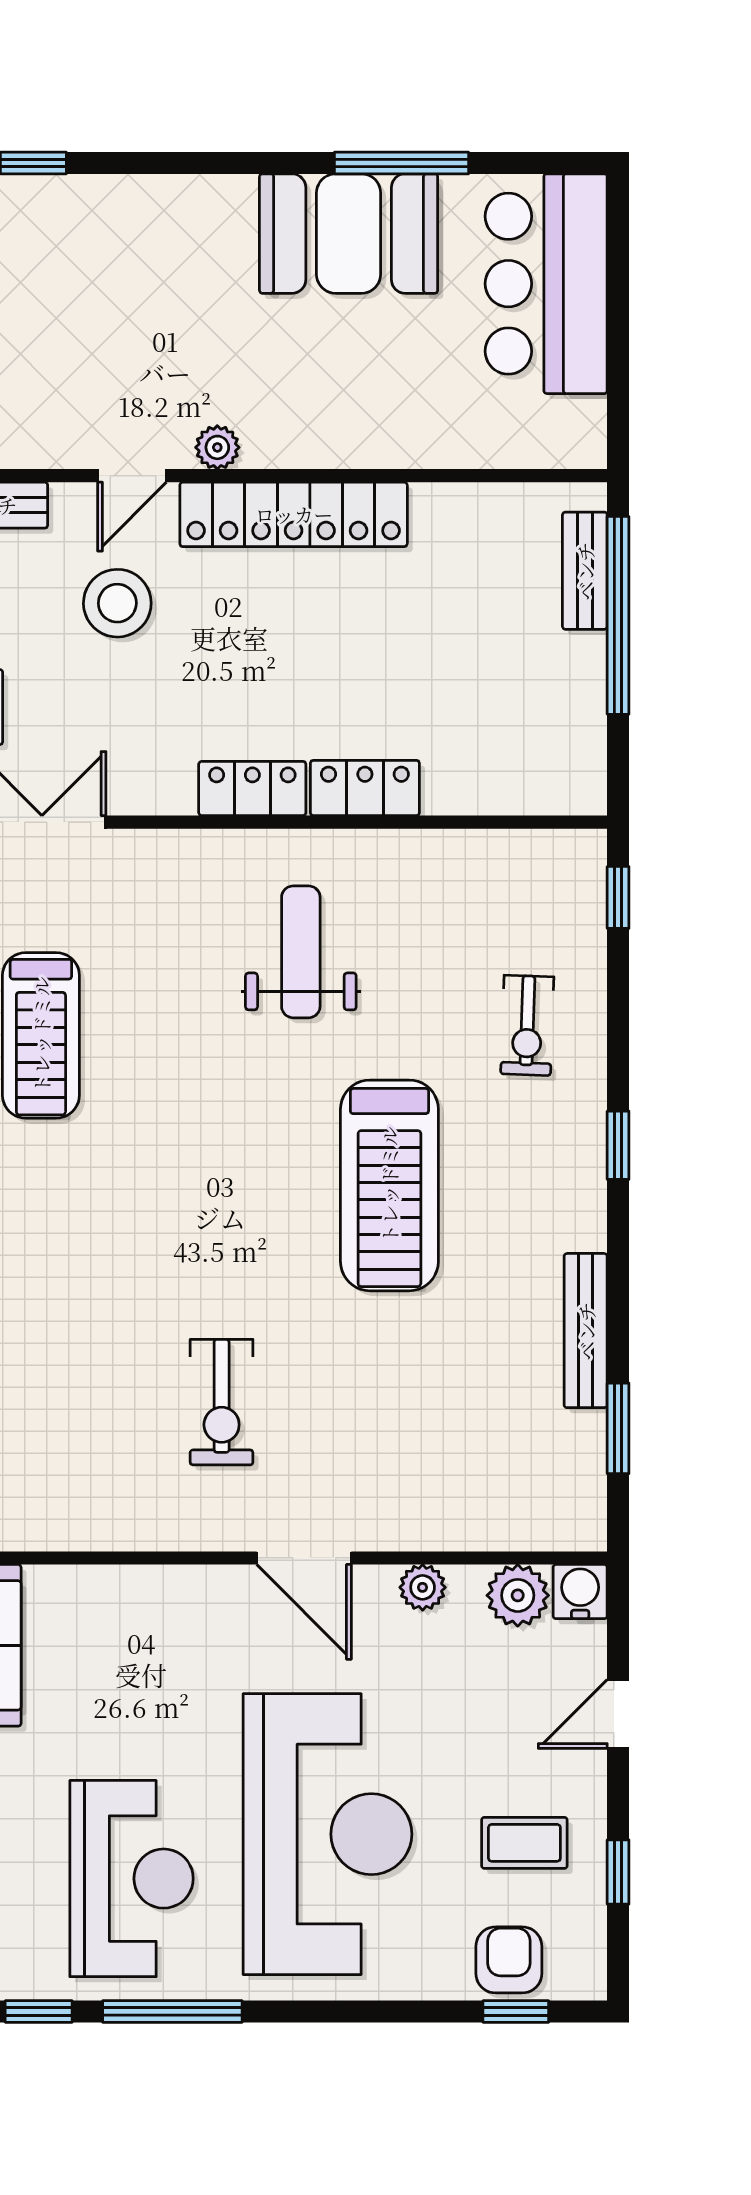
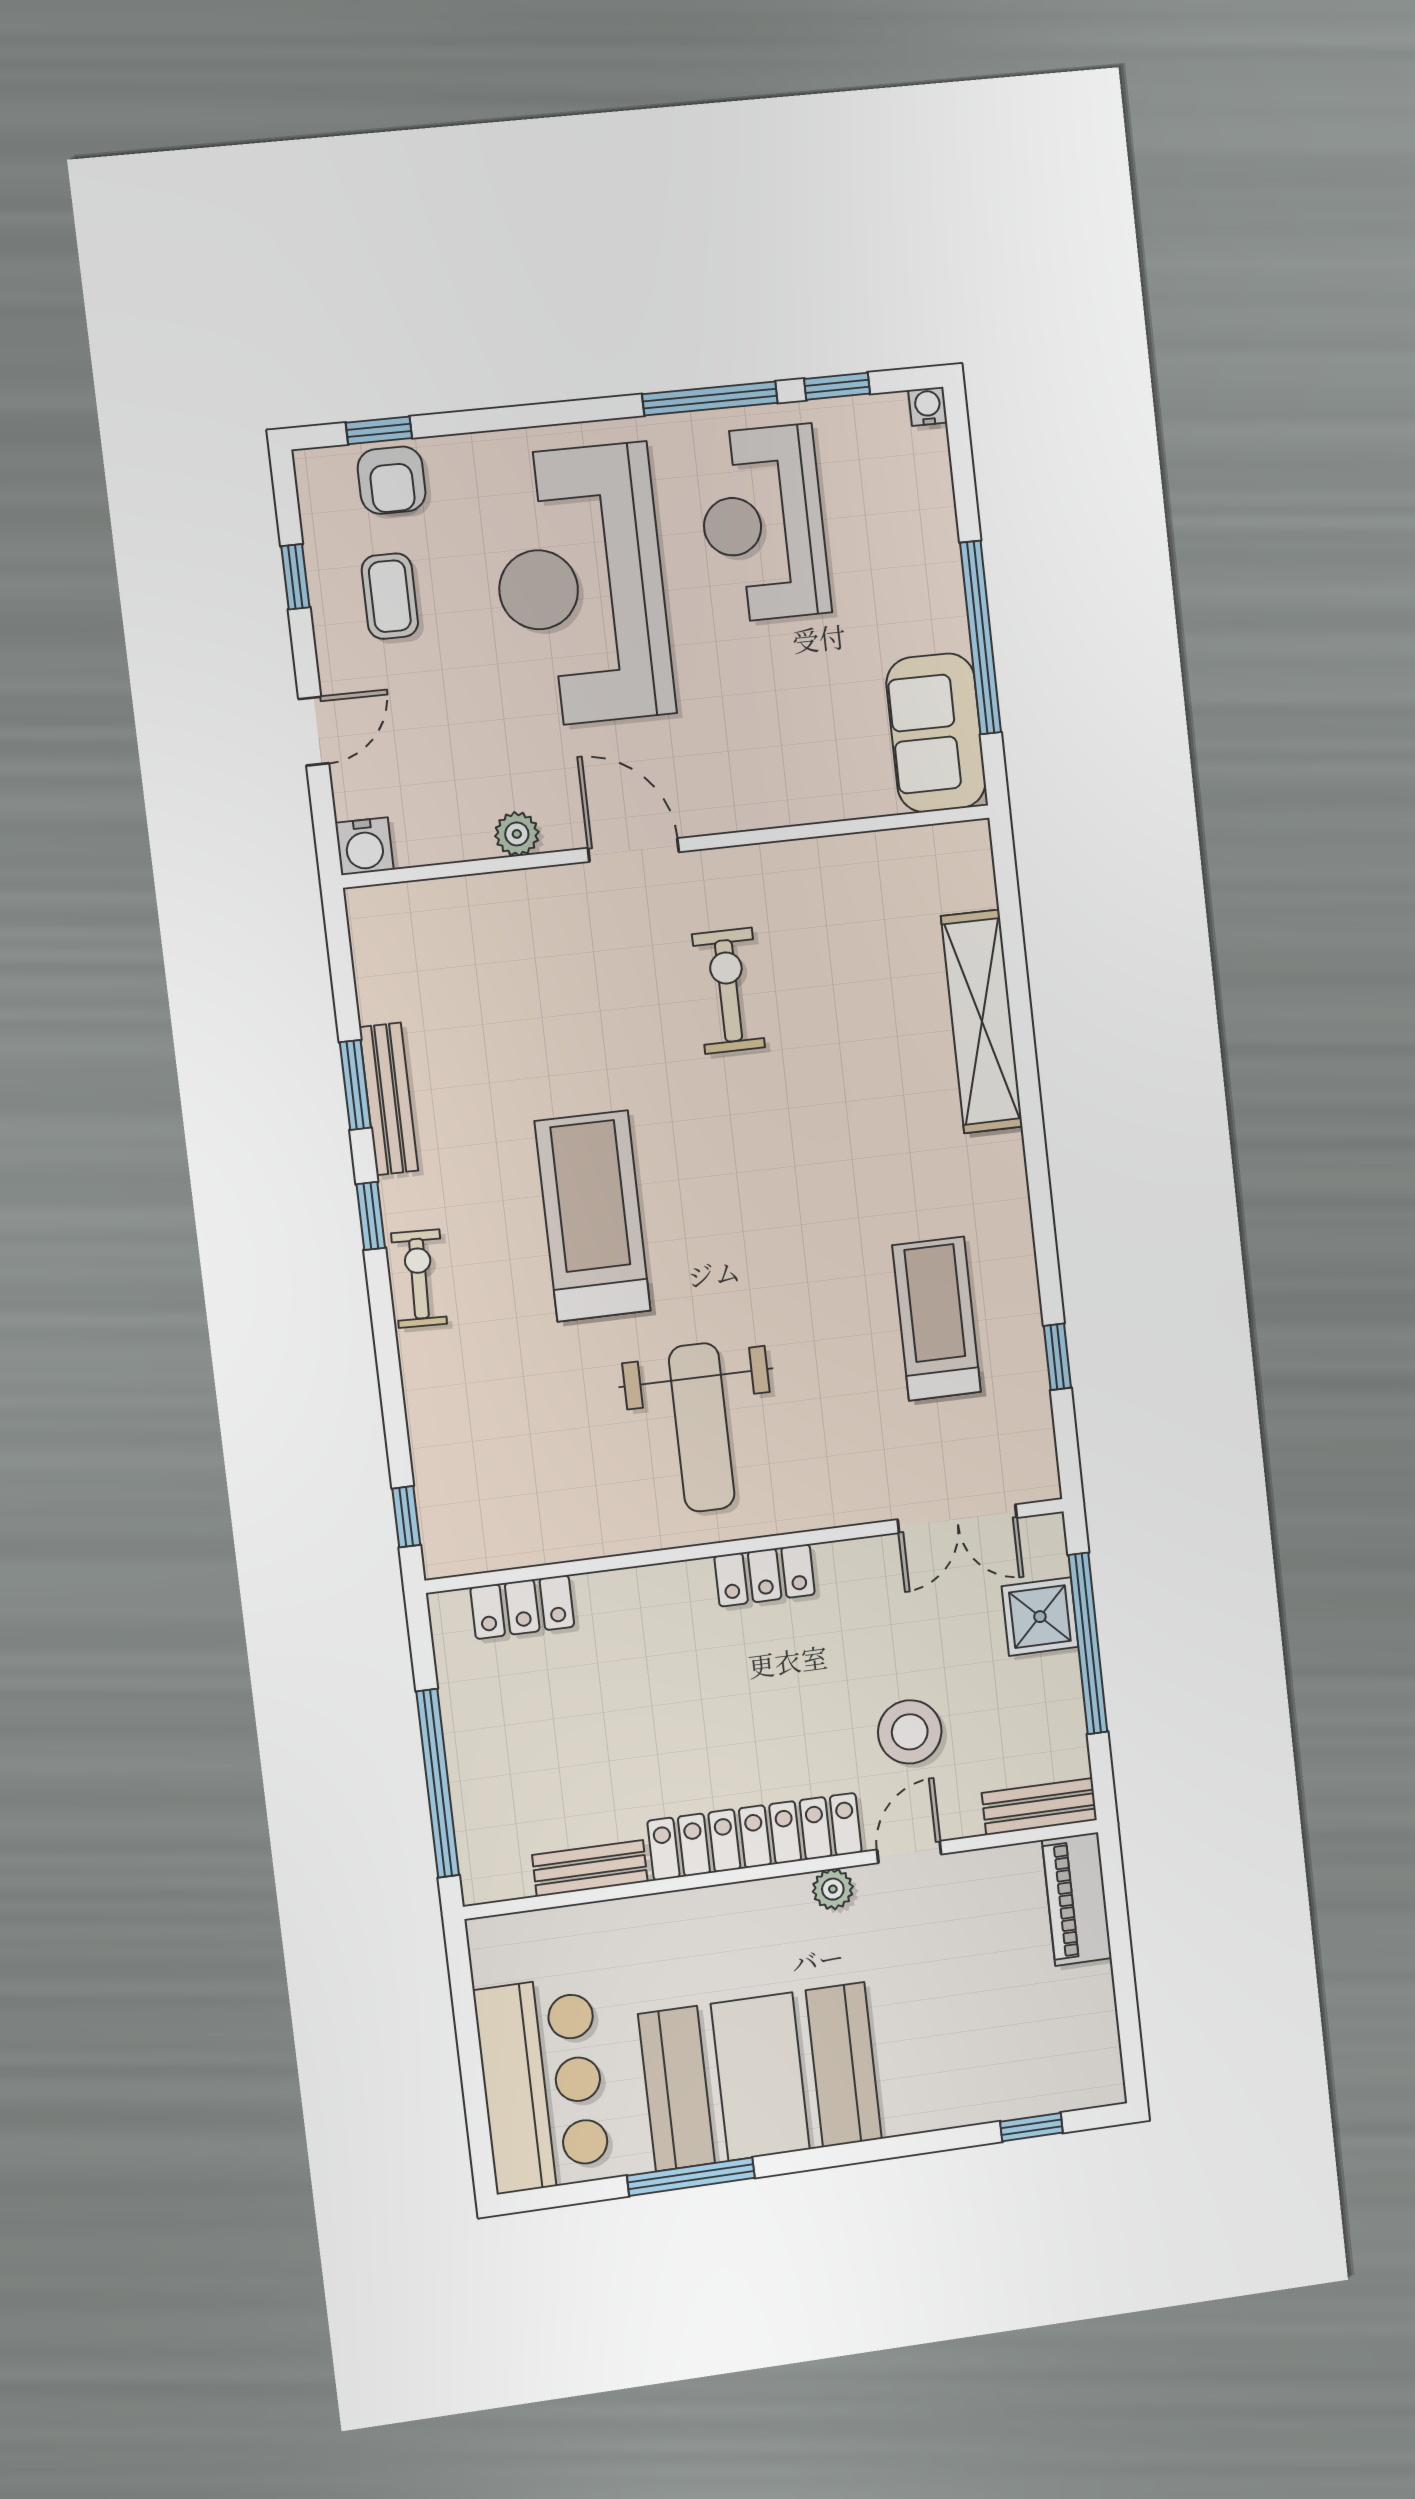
booth: (349, 234) -> (760, 2077), width x1.36, depth x1.42
bench: (585, 571) -> (590, 1868), moved, turned 90
locker: (365, 788) -> (522, 1607), moved
weight bench: (301, 952) -> (702, 1427), width x1.36, depth x1.33
exercise bike: (527, 1025) -> (419, 1279), moved
window: (618, 1145) -> (371, 1216), moved
window: (618, 1428) -> (355, 1085), moved
plant: (518, 1595) -> (424, 836), removed
coffee table: (524, 1843) -> (390, 596), turned 90

